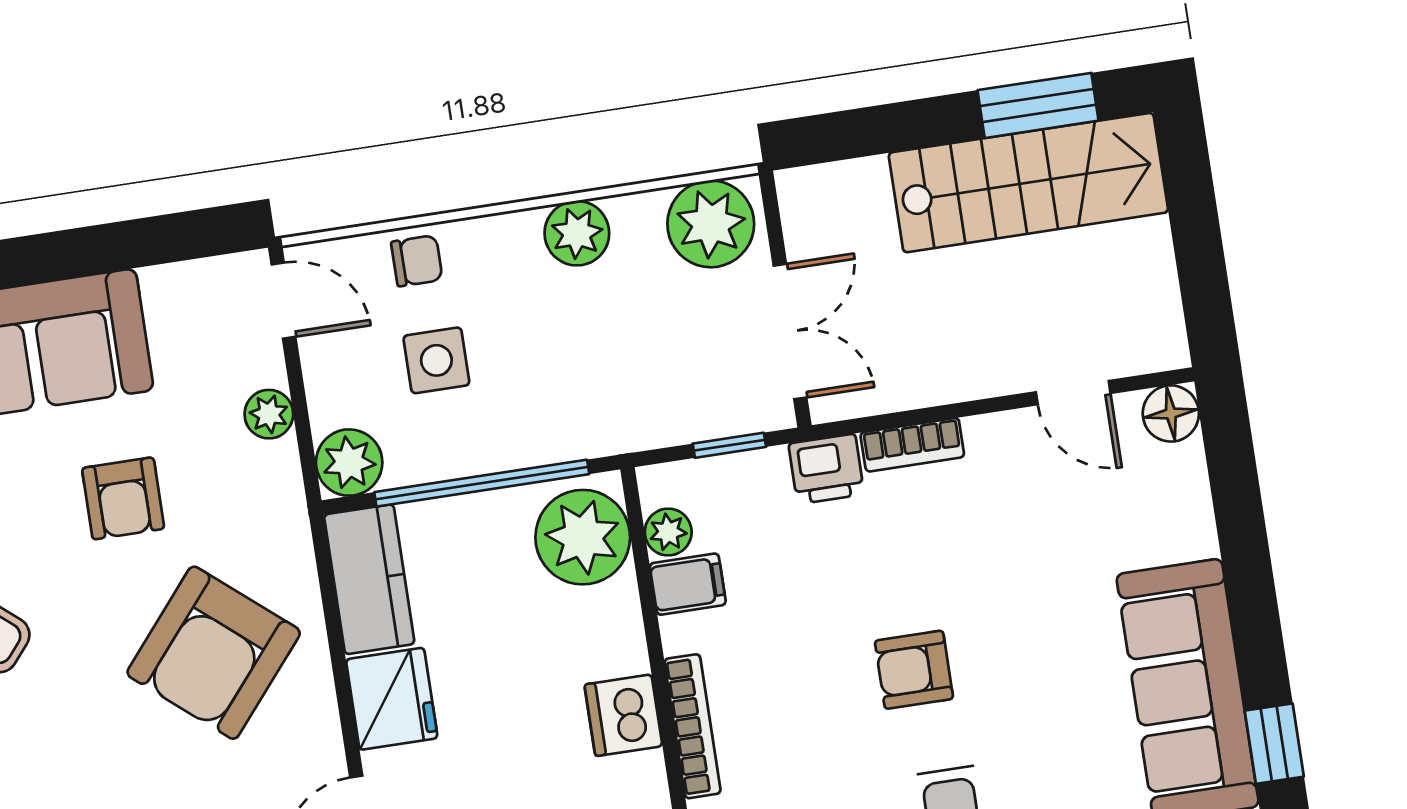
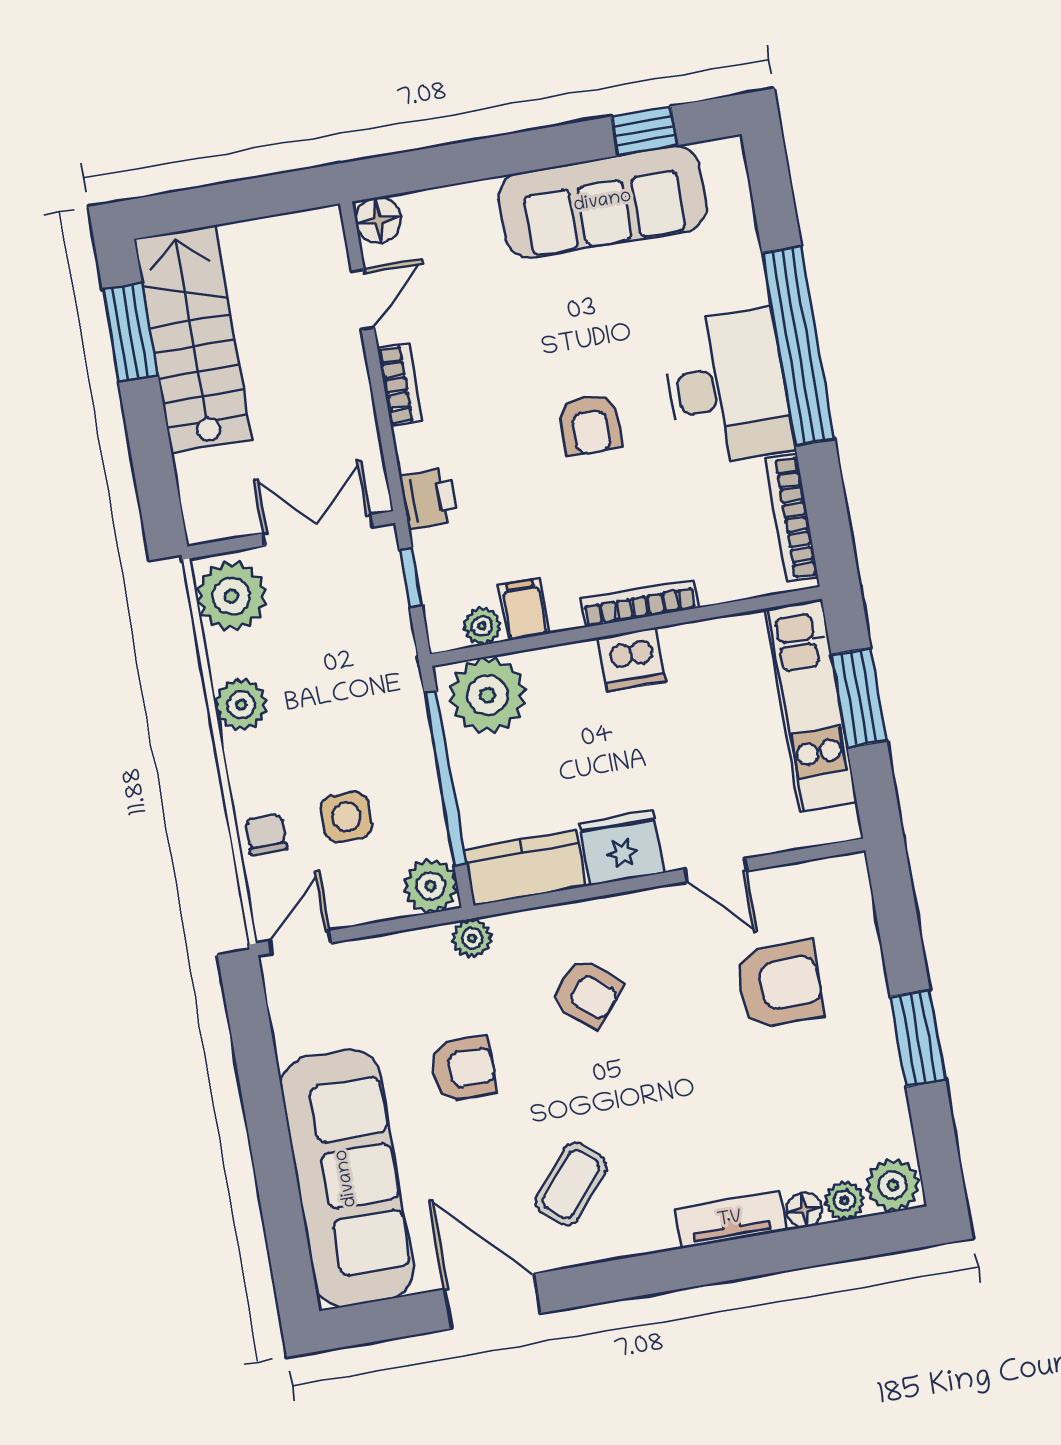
plant: (269, 414) -> (472, 938), moved
bookcase: (912, 445) -> (400, 385), moved
armchair: (214, 653) -> (587, 993), width x0.53, depth x0.53

